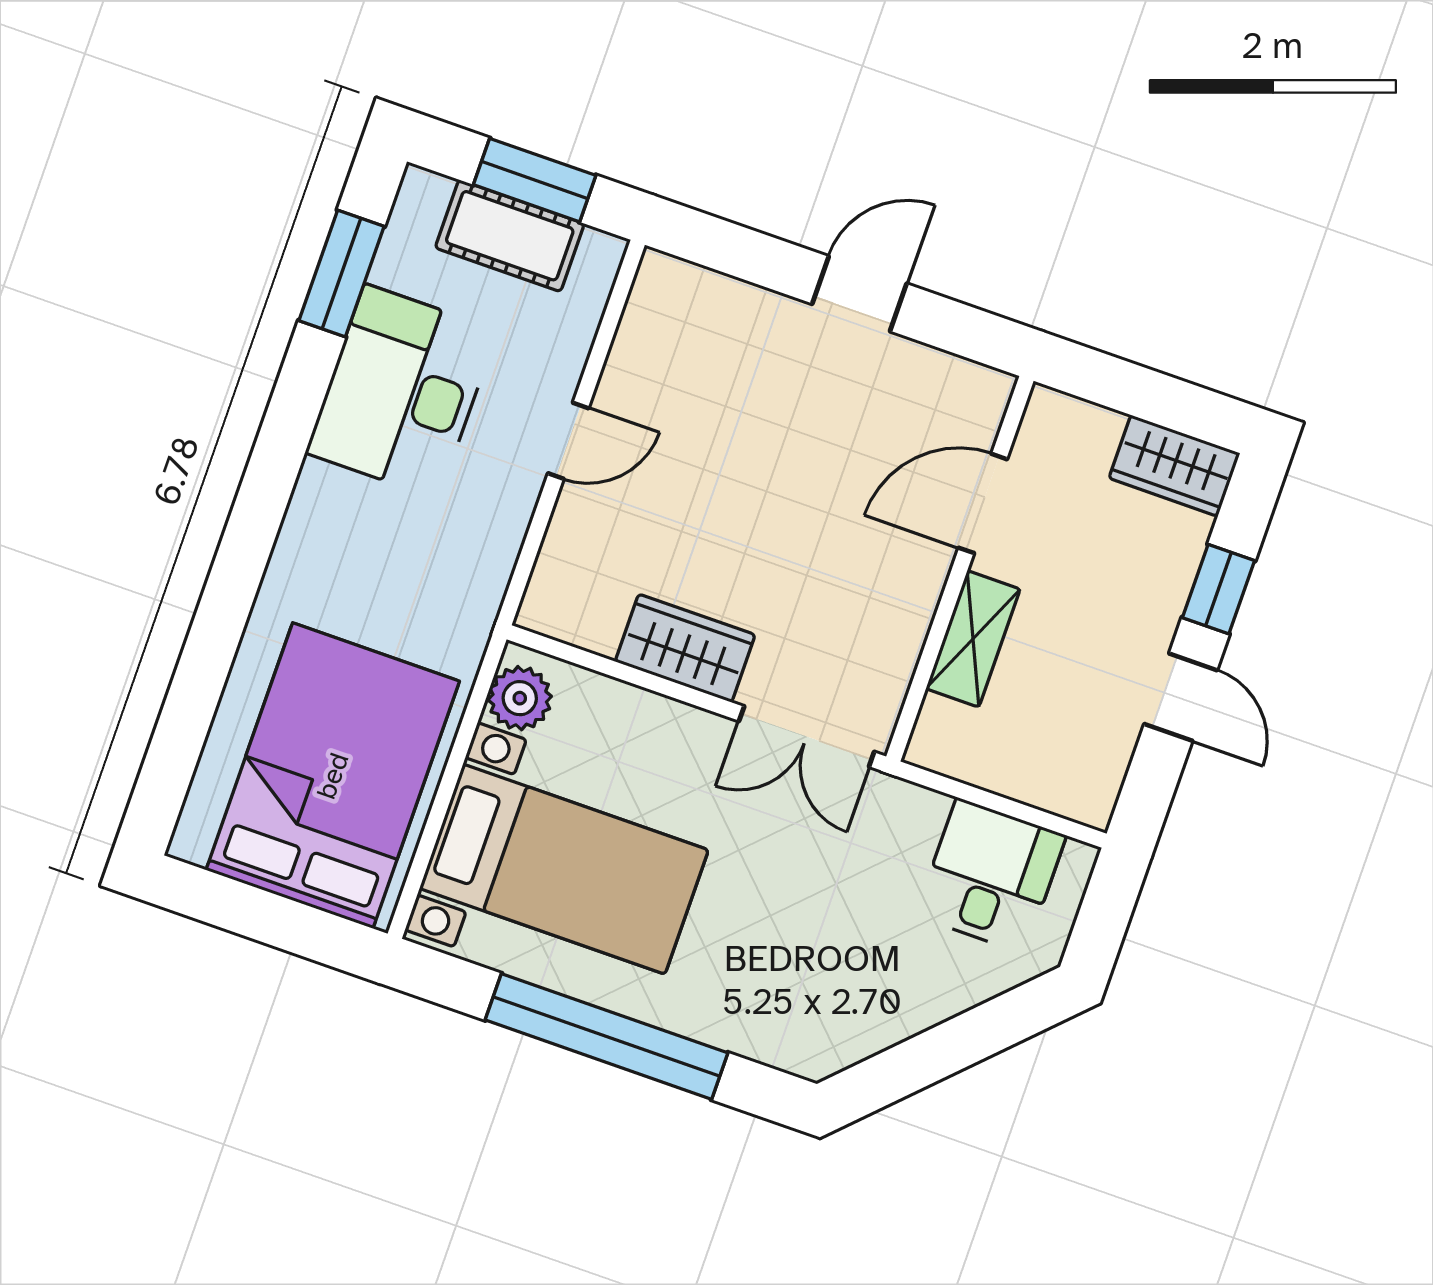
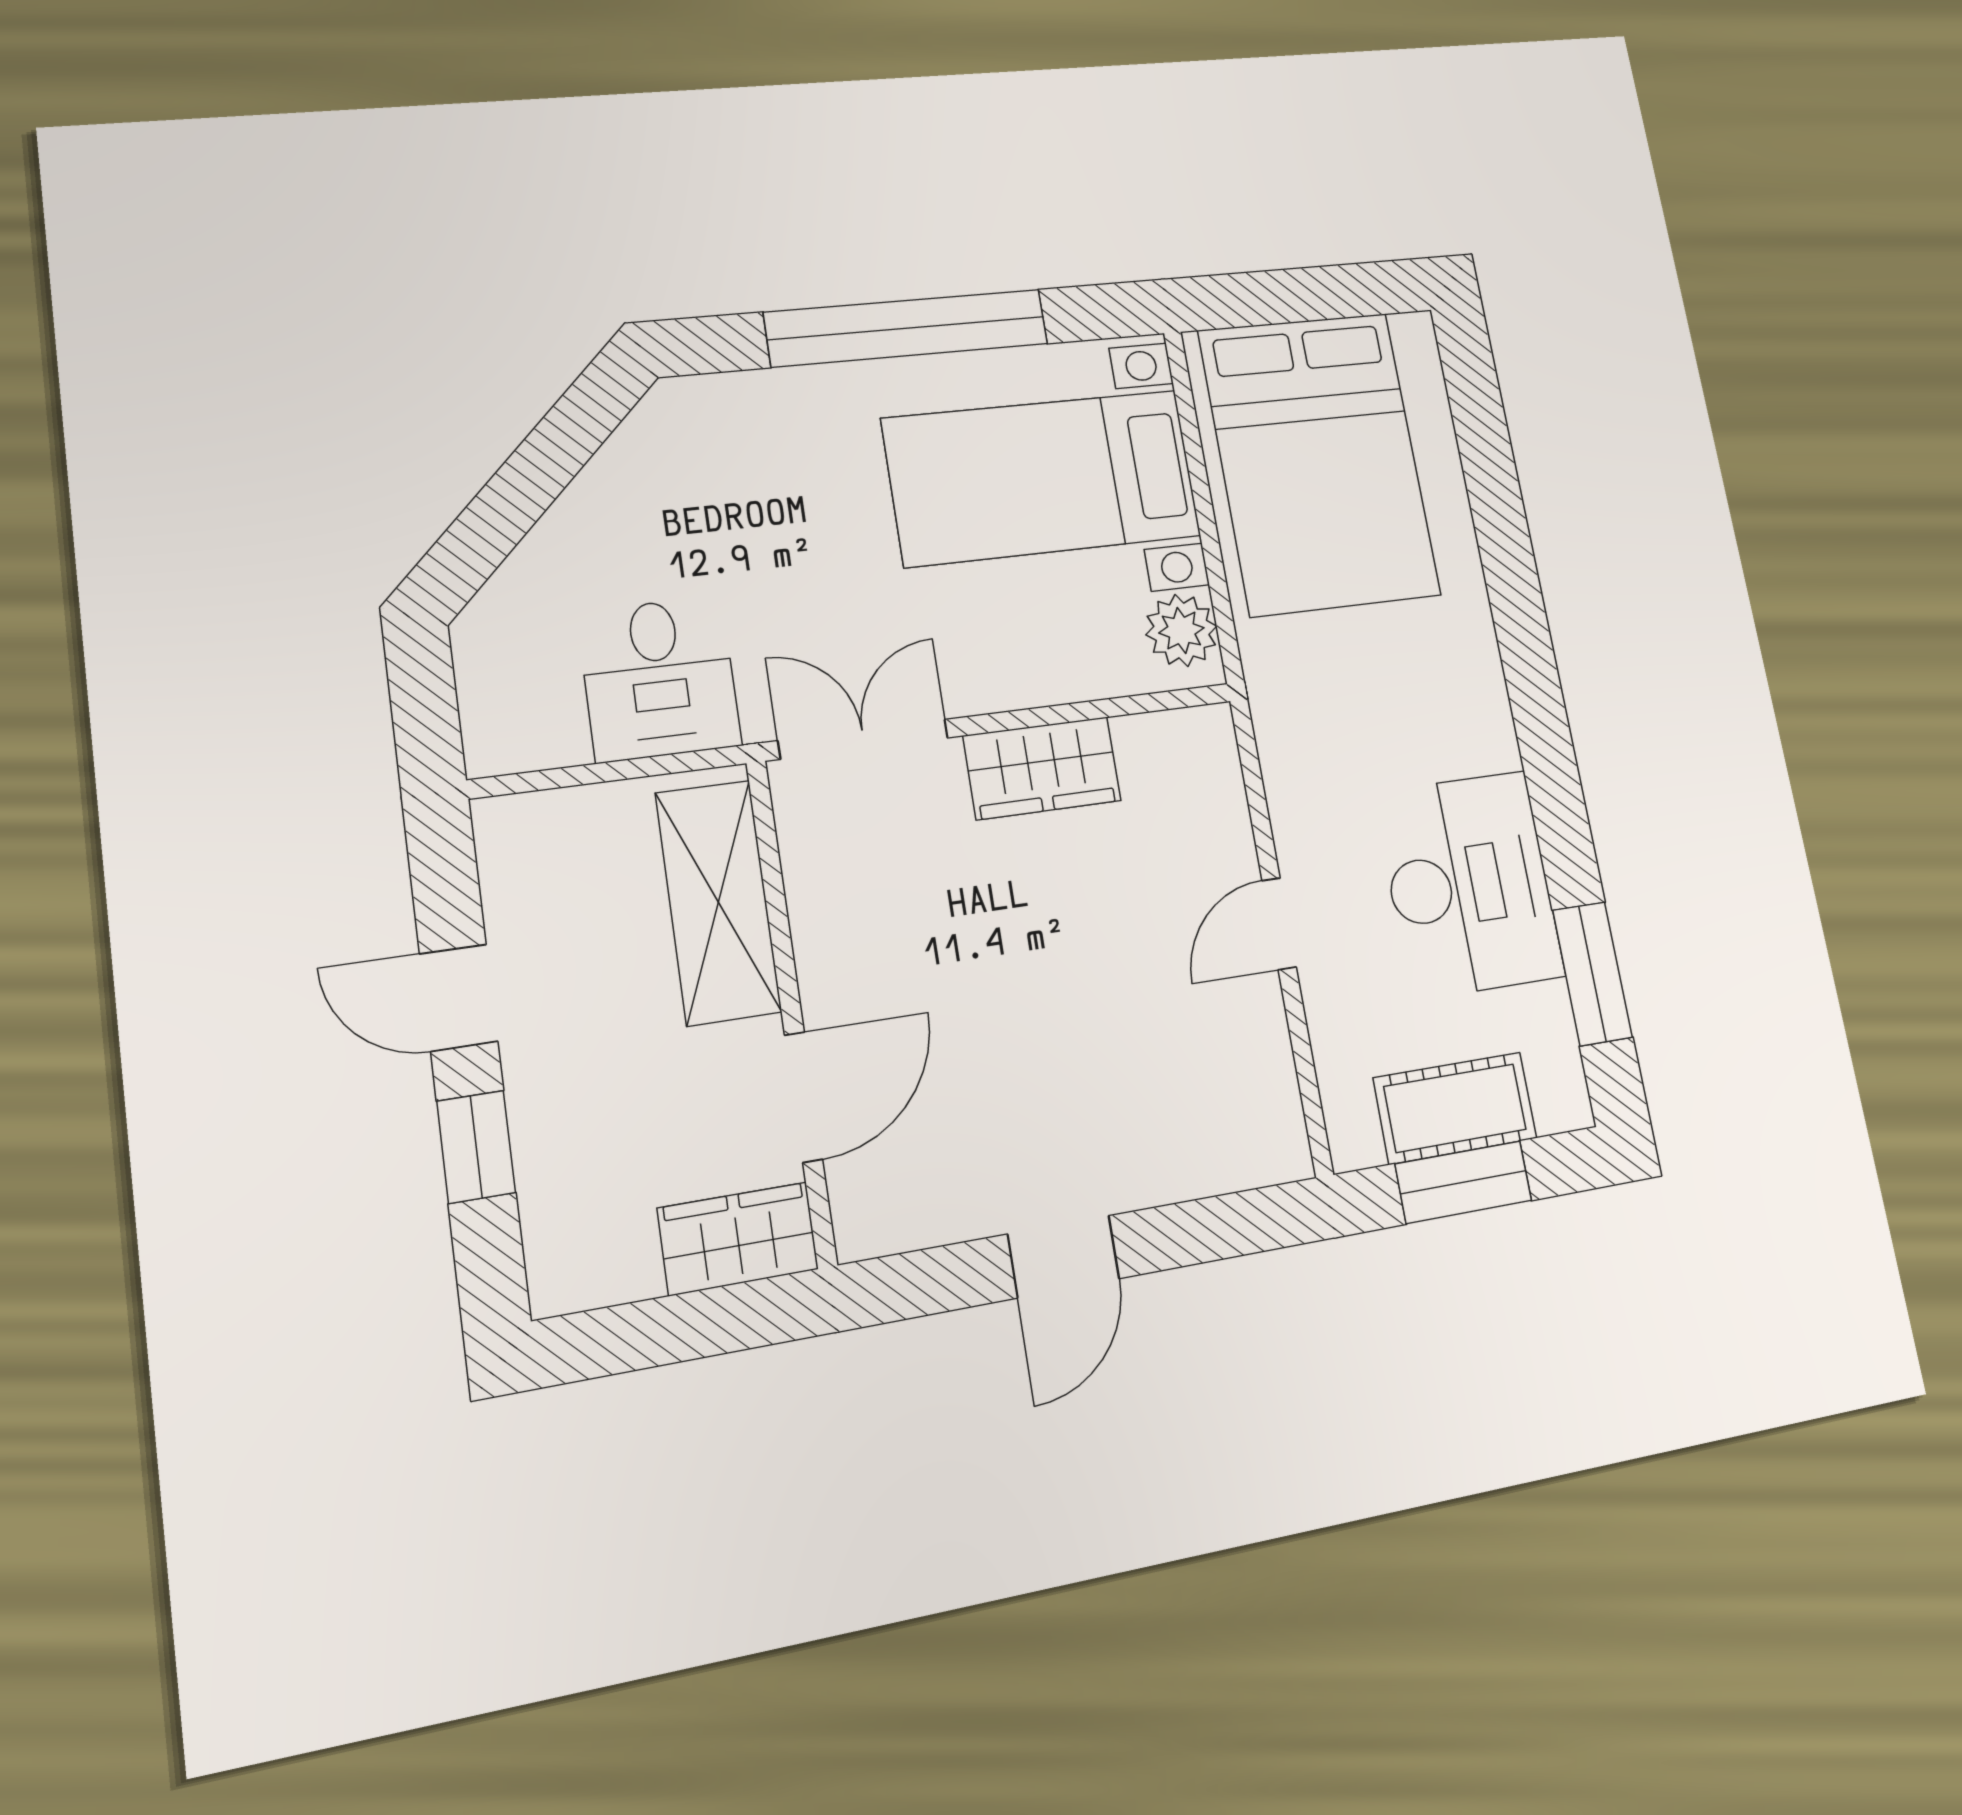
wardrobe: (1174, 466) -> (738, 1239), moved
shelving: (973, 639) -> (718, 902), width x1.50, depth x1.33
desk: (991, 876) -> (659, 679), moved

